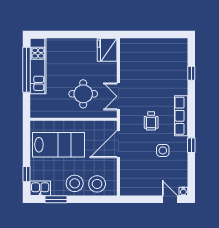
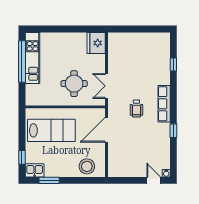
side table: (163, 150) -> (147, 136), removed
stool: (75, 183) -> (66, 166), removed

